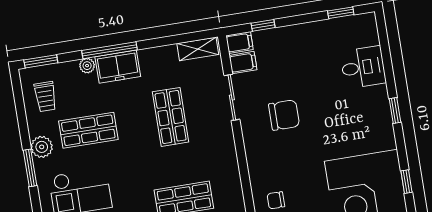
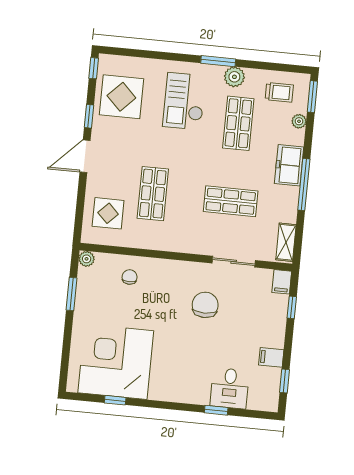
window: (109, 50) -> (304, 184), moved
filing cabinet: (243, 63) -> (271, 357), moved, turned 90
plant: (87, 66) -> (299, 121), moved
trolley: (45, 97) -> (279, 92), turned 180
window: (395, 111) -> (216, 410), moved
chair: (284, 115) -> (205, 305), turned 180

